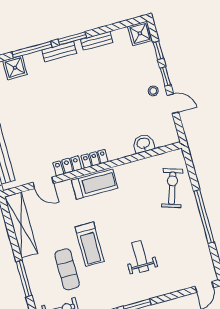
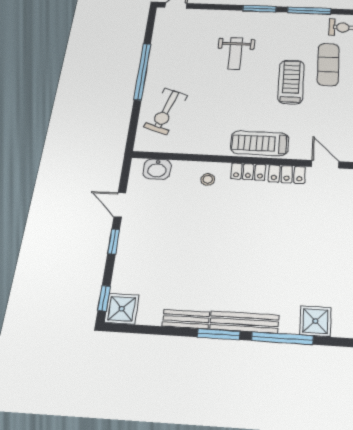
window: (158, 50) -> (104, 298), moved
bench: (59, 52) -> (244, 322), width x1.36
stool: (153, 91) -> (208, 179), moved
washbasin: (143, 144) -> (157, 169), moved

